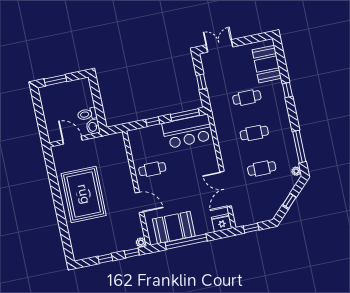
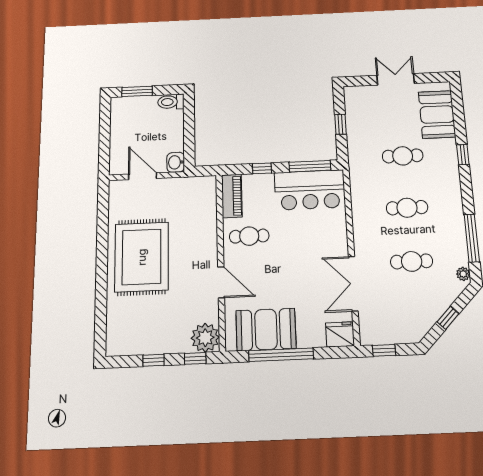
double door: (220, 46) -> (396, 79), moved
toilet: (87, 114) -> (171, 102), moved
piano: (136, 144) -> (232, 196), added
plant: (141, 242) -> (205, 338), width x1.88, depth x1.88

